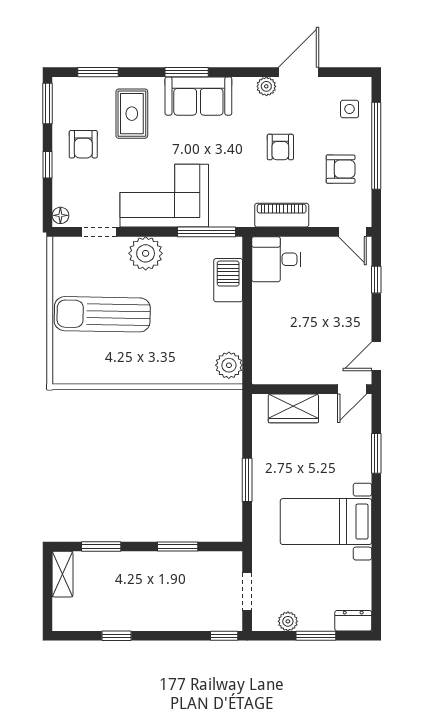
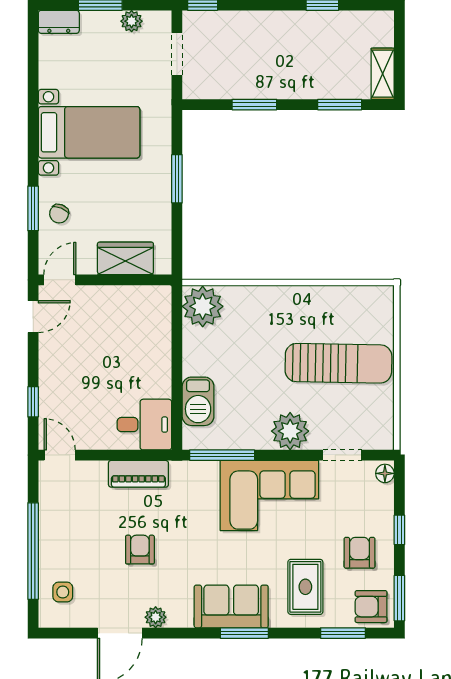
armchair: (341, 169) -> (371, 607), moved
plant: (229, 365) -> (203, 306), width x1.36, depth x1.36
chair: (353, 449) -> (59, 214), added

